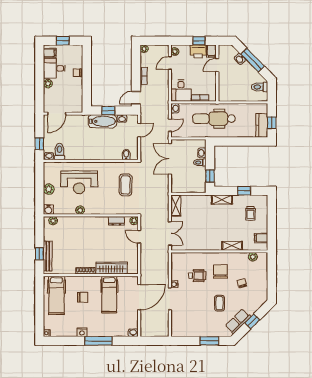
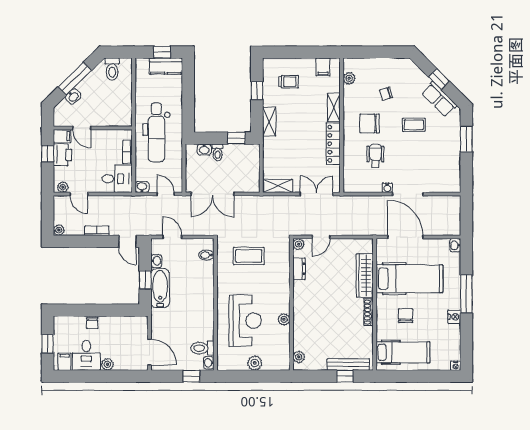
water cooler: (48, 210) -> (283, 364), removed
locker: (206, 245) -> (333, 144), added
hospital bed: (109, 295) -> (409, 279), width x1.37, depth x1.29

